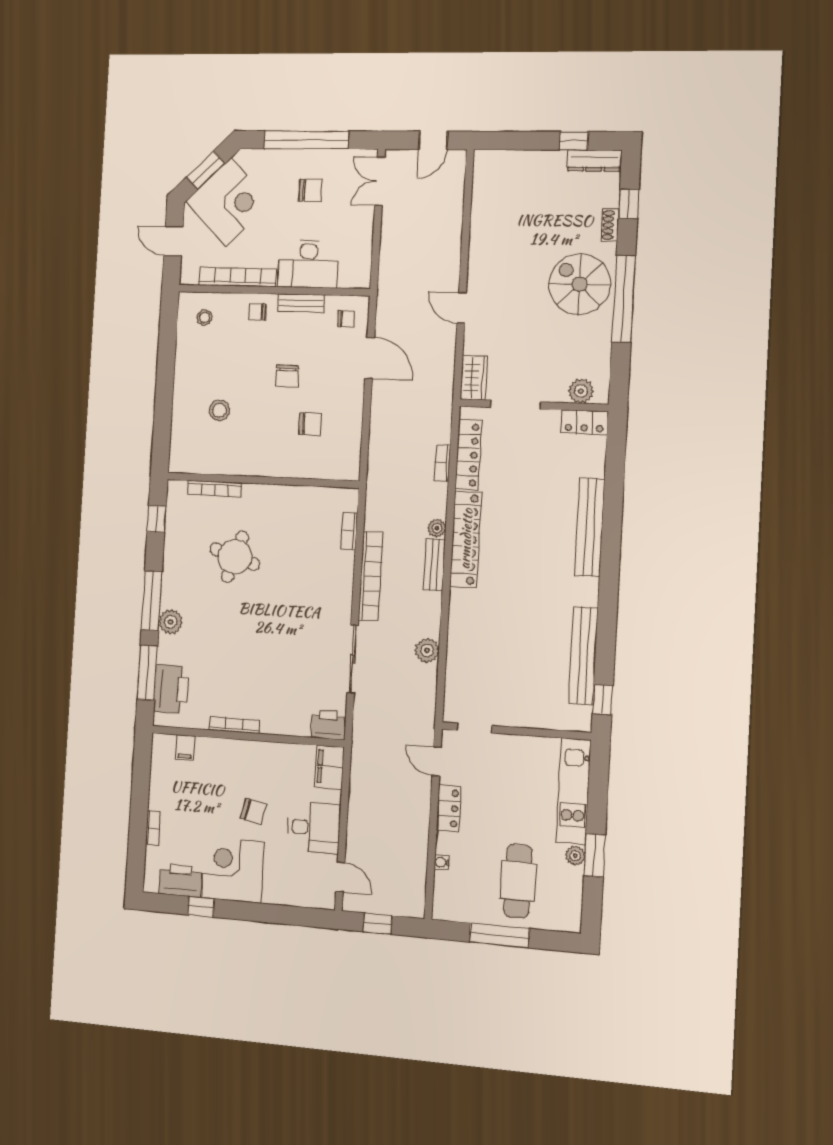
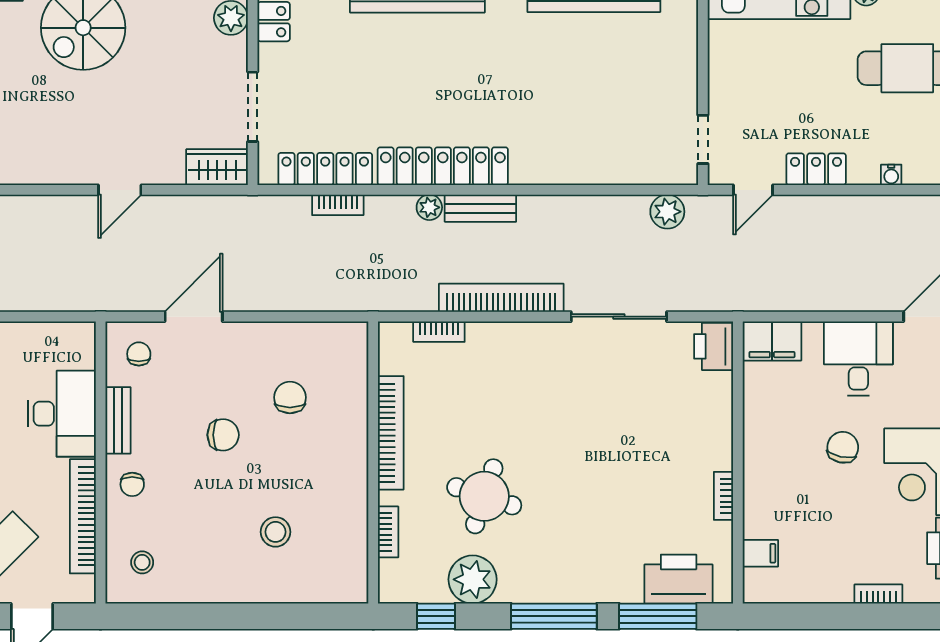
bookcase: (215, 489) -> (388, 532), width x0.64
bookcase: (282, 494) -> (391, 433), added
plant: (171, 622) -> (473, 579), moved, width x1.36, depth x1.36
plant: (427, 651) -> (667, 212), moved
bookcase: (234, 725) -> (723, 496), width x0.64

